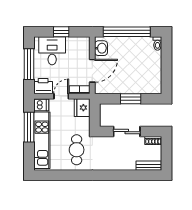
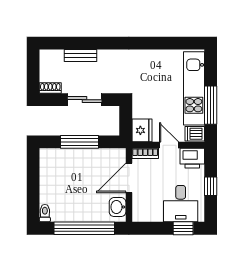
window: (61, 32) -> (183, 228), moved
window: (29, 64) -> (211, 186), width x0.46
door: (61, 96) -> (169, 145), swing flipped
window: (131, 99) -> (79, 142), width x1.44
cafe table: (77, 150) -> (149, 76), removed
bench: (149, 166) -> (81, 55), moved

